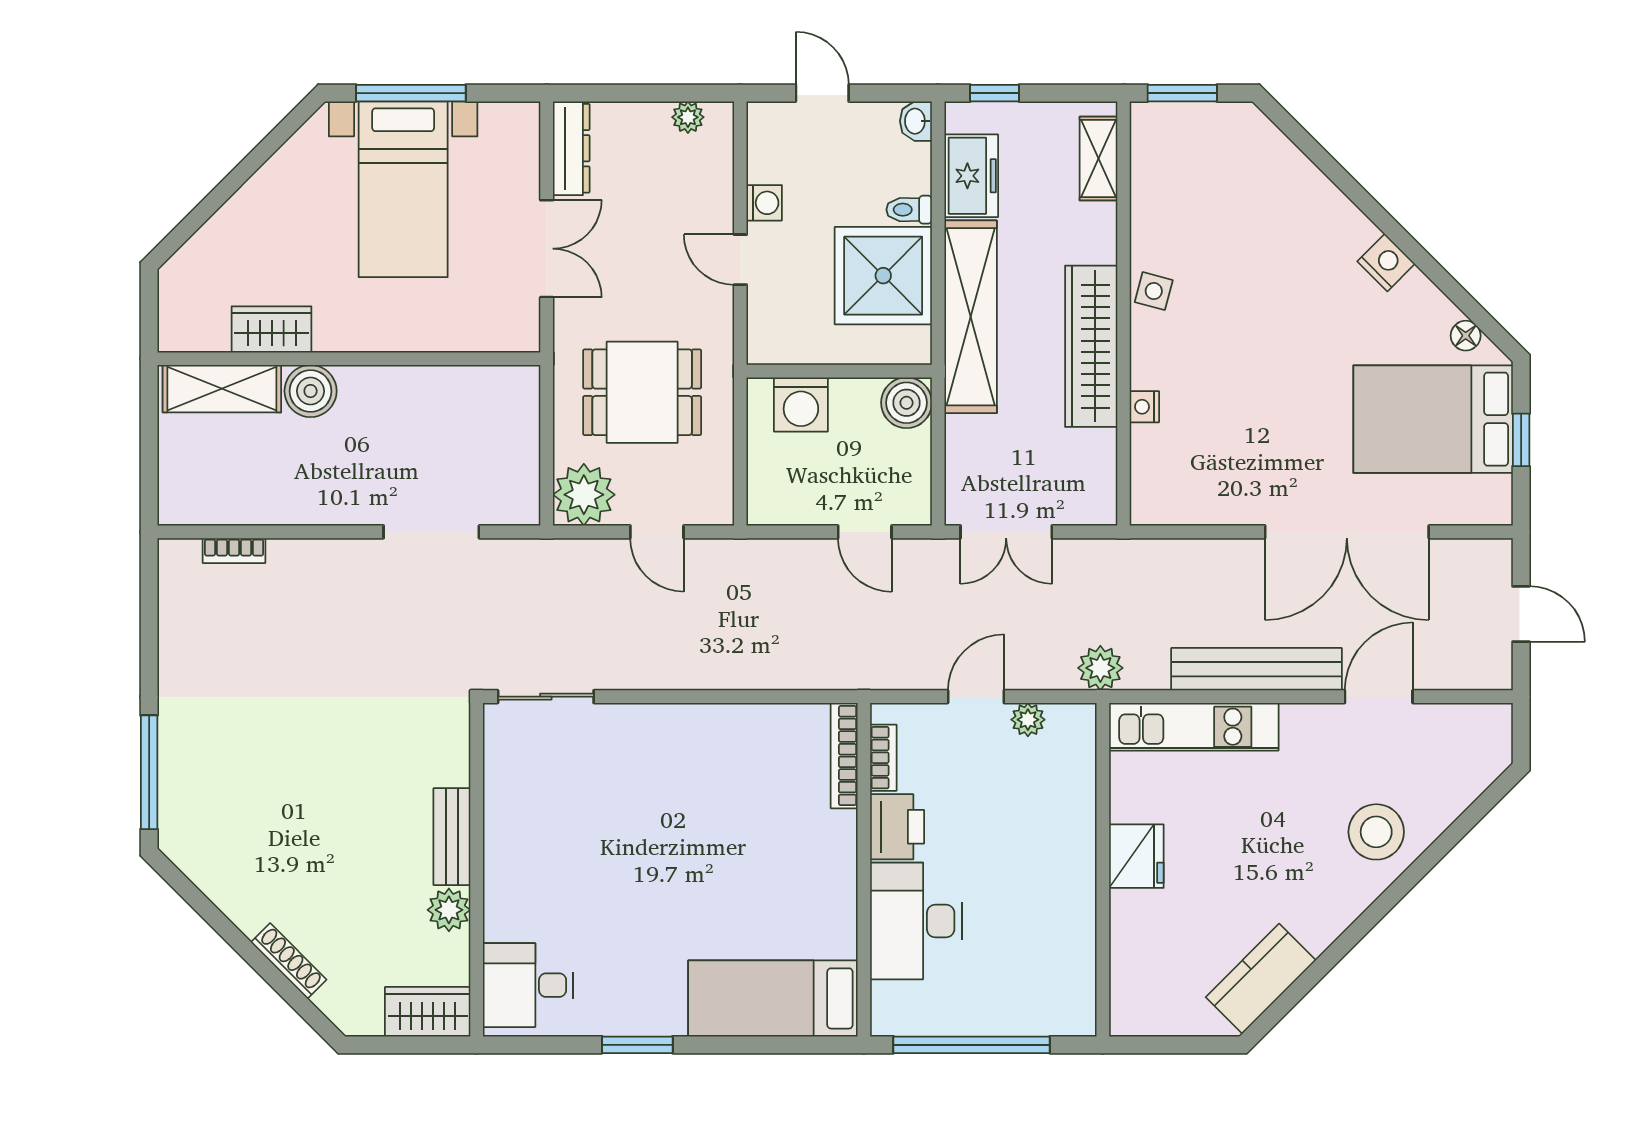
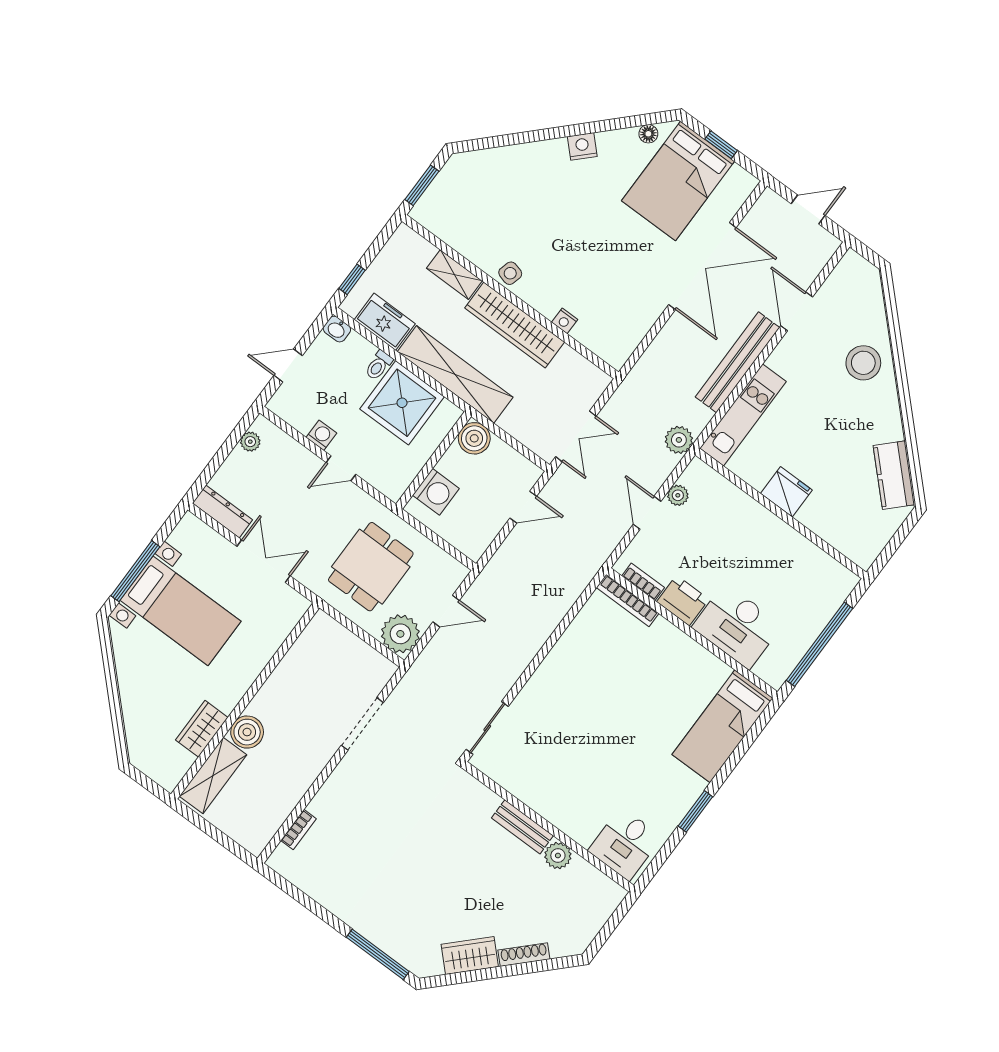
shelving: (1098, 159) -> (454, 275), moved
wardrobe: (428, 1012) -> (470, 956), moved, turned 45

